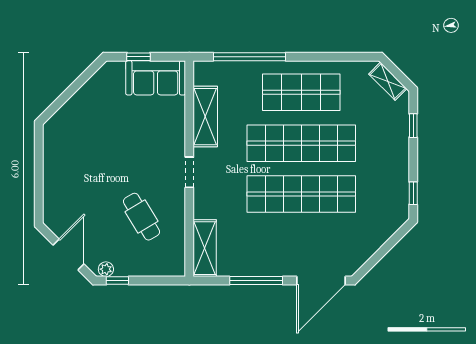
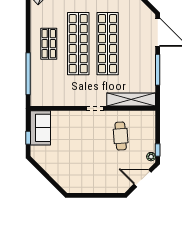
shop shelf: (301, 92) -> (49, 44), width x0.70, depth x0.74
shelving: (205, 117) -> (63, 99), removed
cafe table: (142, 217) -> (121, 136), turned -63
shelving: (205, 248) -> (131, 100), width x1.47

